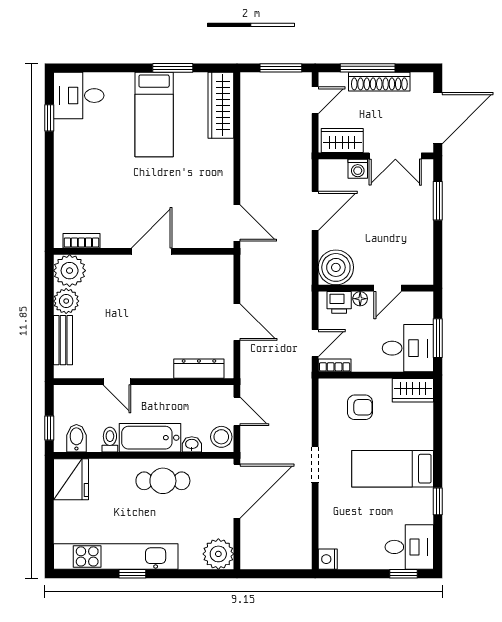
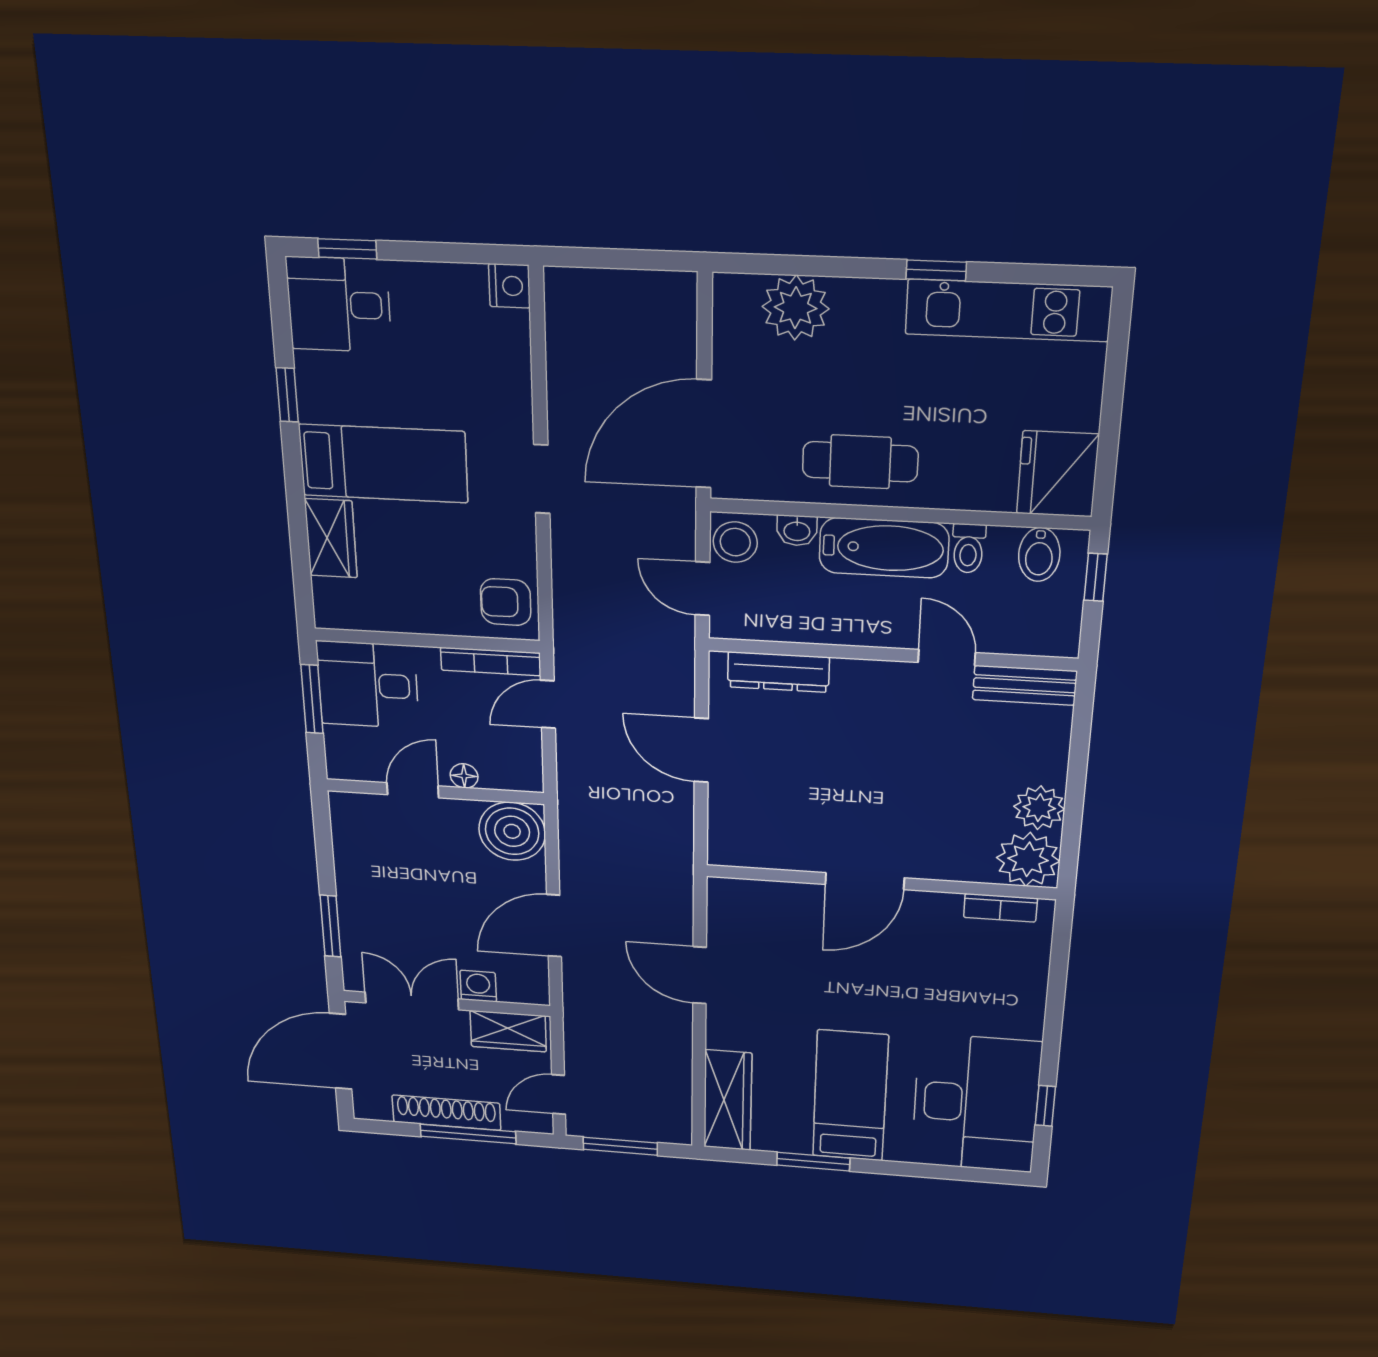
desk: (79, 96) -> (976, 1104), width x1.87, depth x1.30
door: (237, 223) -> (700, 975), moved
printer: (339, 302) -> (504, 772), removed
bench: (63, 340) -> (1025, 685), moved, turned 90
bookcase: (335, 365) -> (491, 662), width x1.56
wardrobe: (413, 390) -> (331, 538), moved, turned 90
armchair: (360, 407) -> (506, 602), moved
plant: (218, 554) -> (796, 308), moved
kitchen unit: (116, 556) -> (1008, 310), width x0.73

